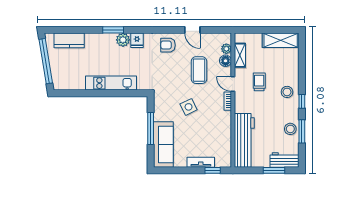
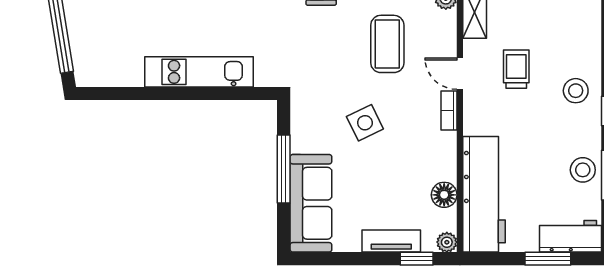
floor lamp: (226, 61) -> (444, 195), moved
plant: (227, 163) -> (447, 242), added

